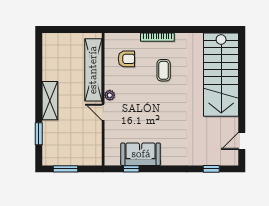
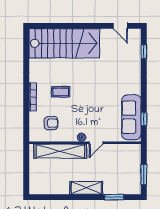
armchair: (126, 59) -> (51, 123), turned 90
sofa: (141, 154) -> (131, 117), width x1.36

